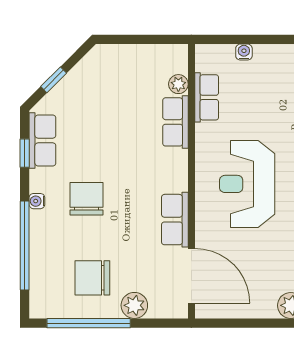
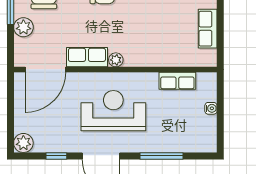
plant: (178, 84) -> (116, 60), moved
row of seats: (175, 122) -> (208, 29), moved, turned -90

